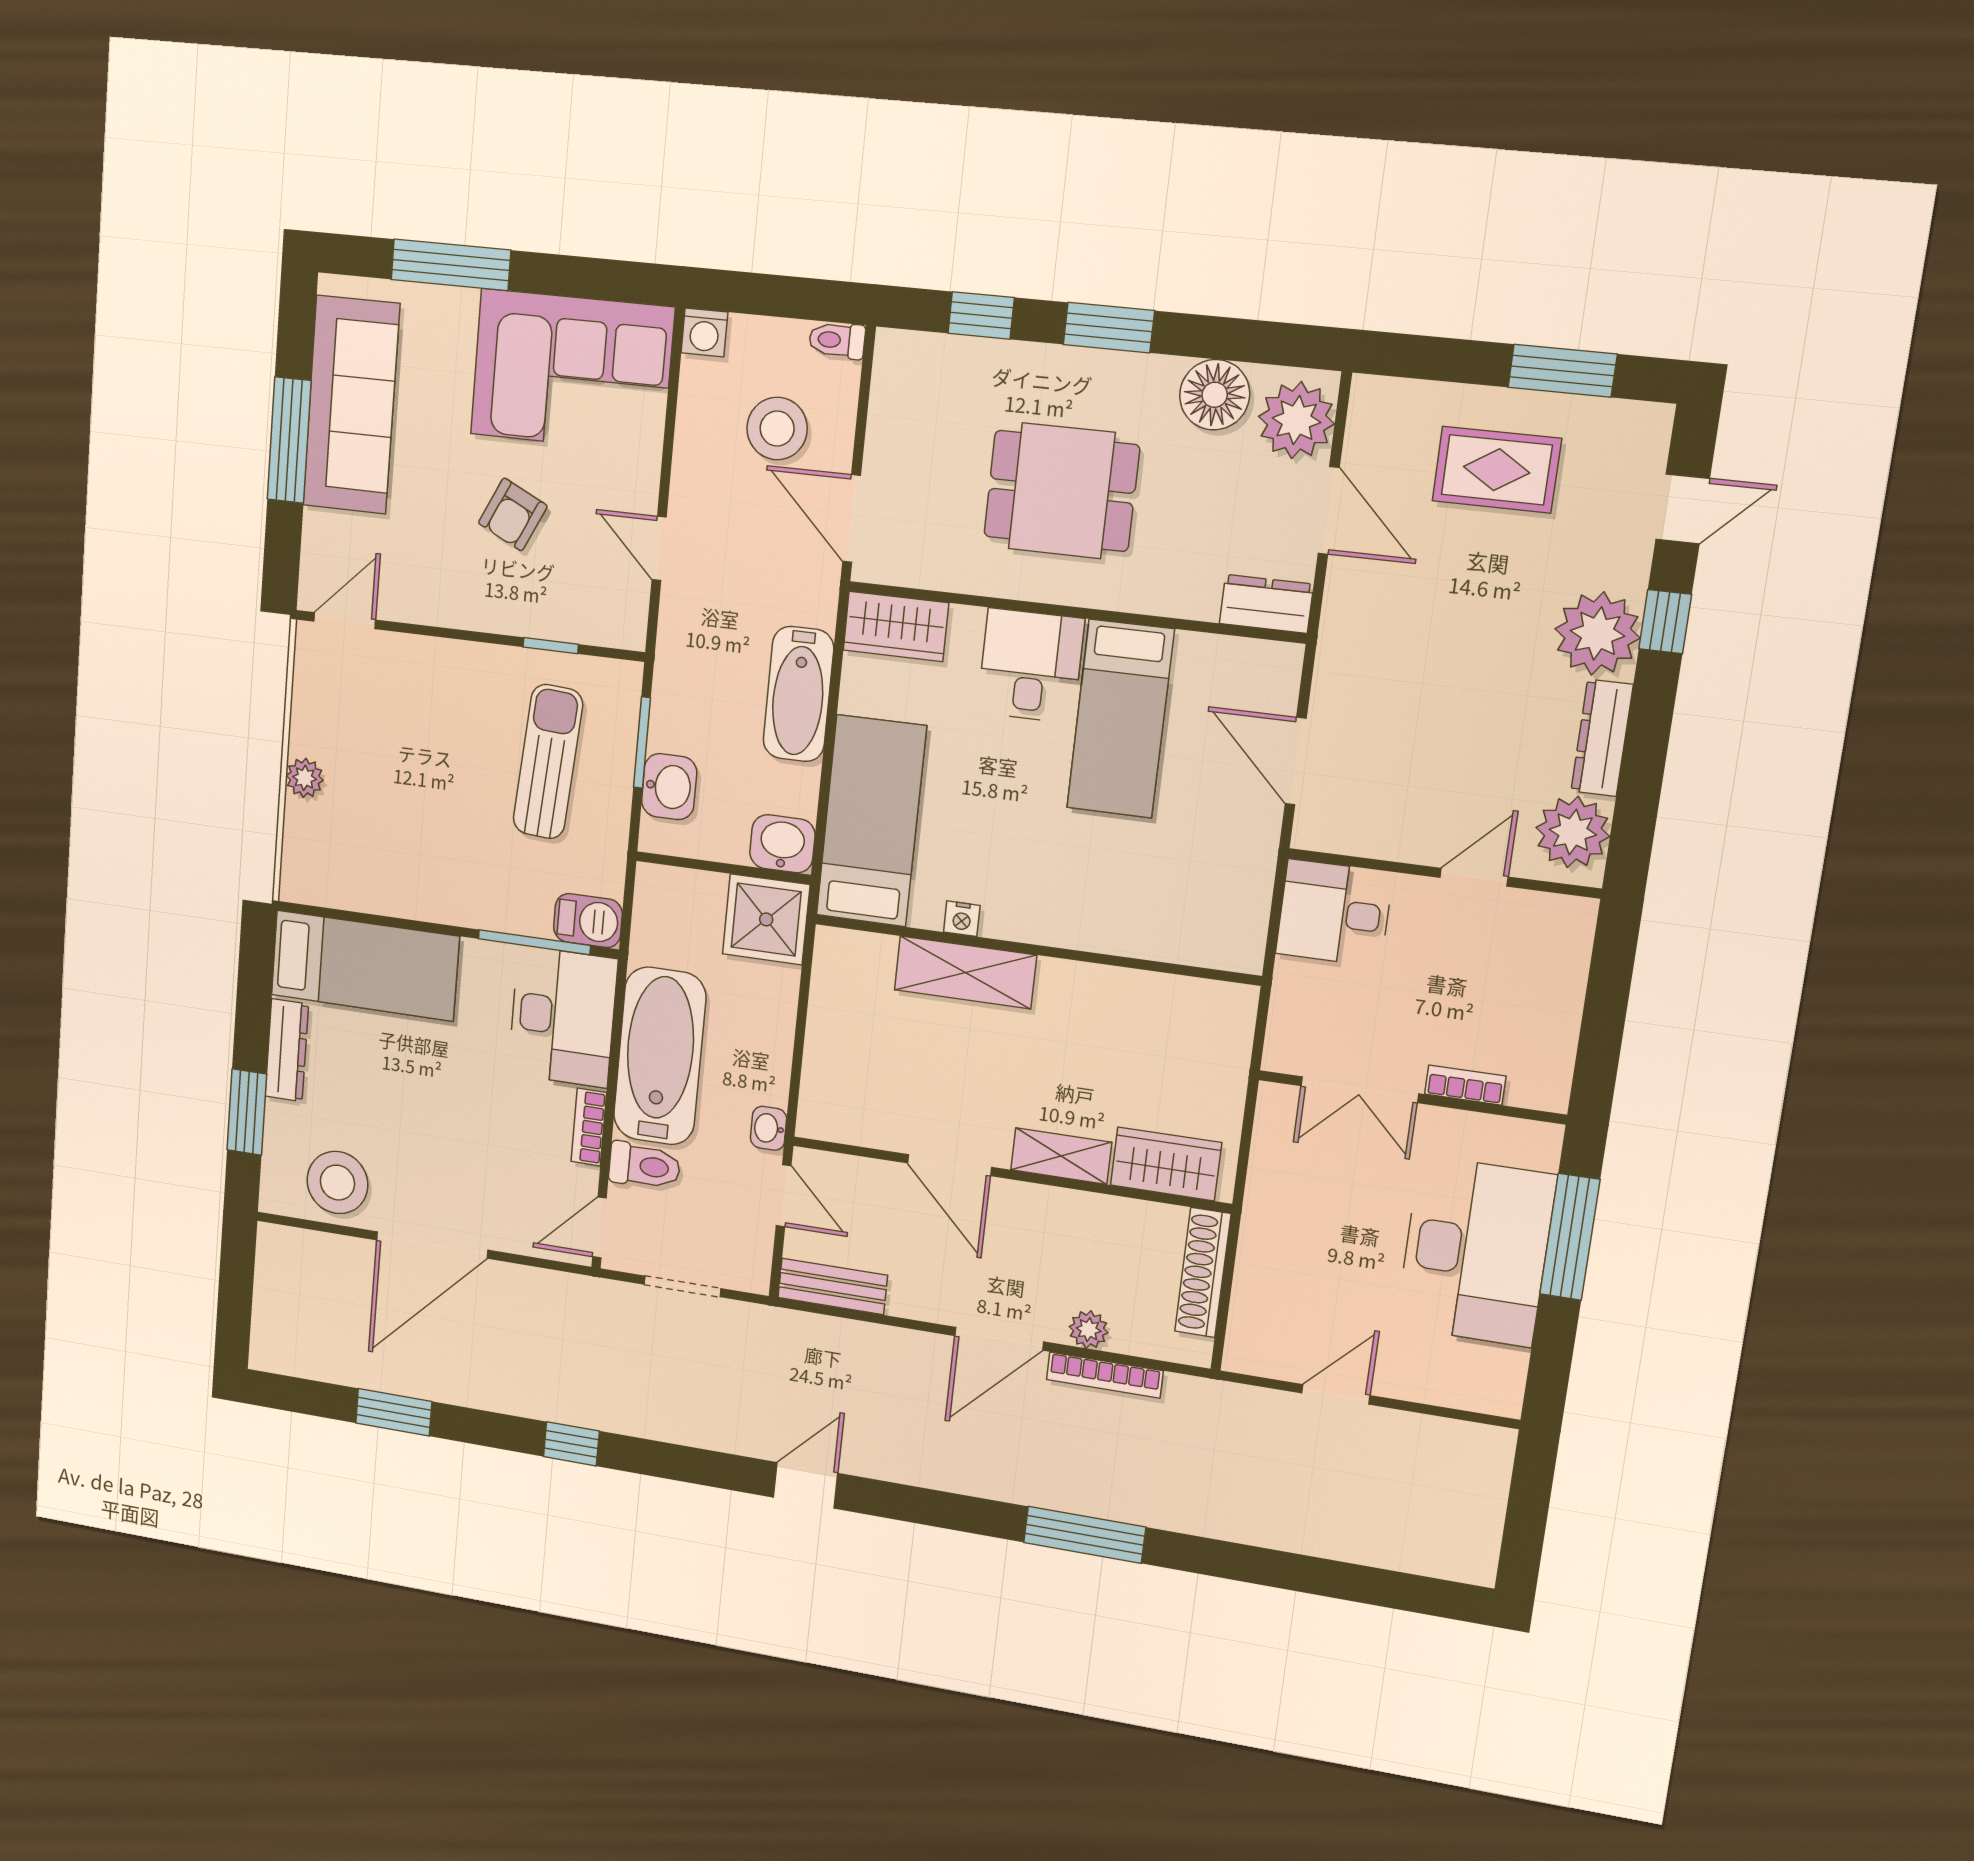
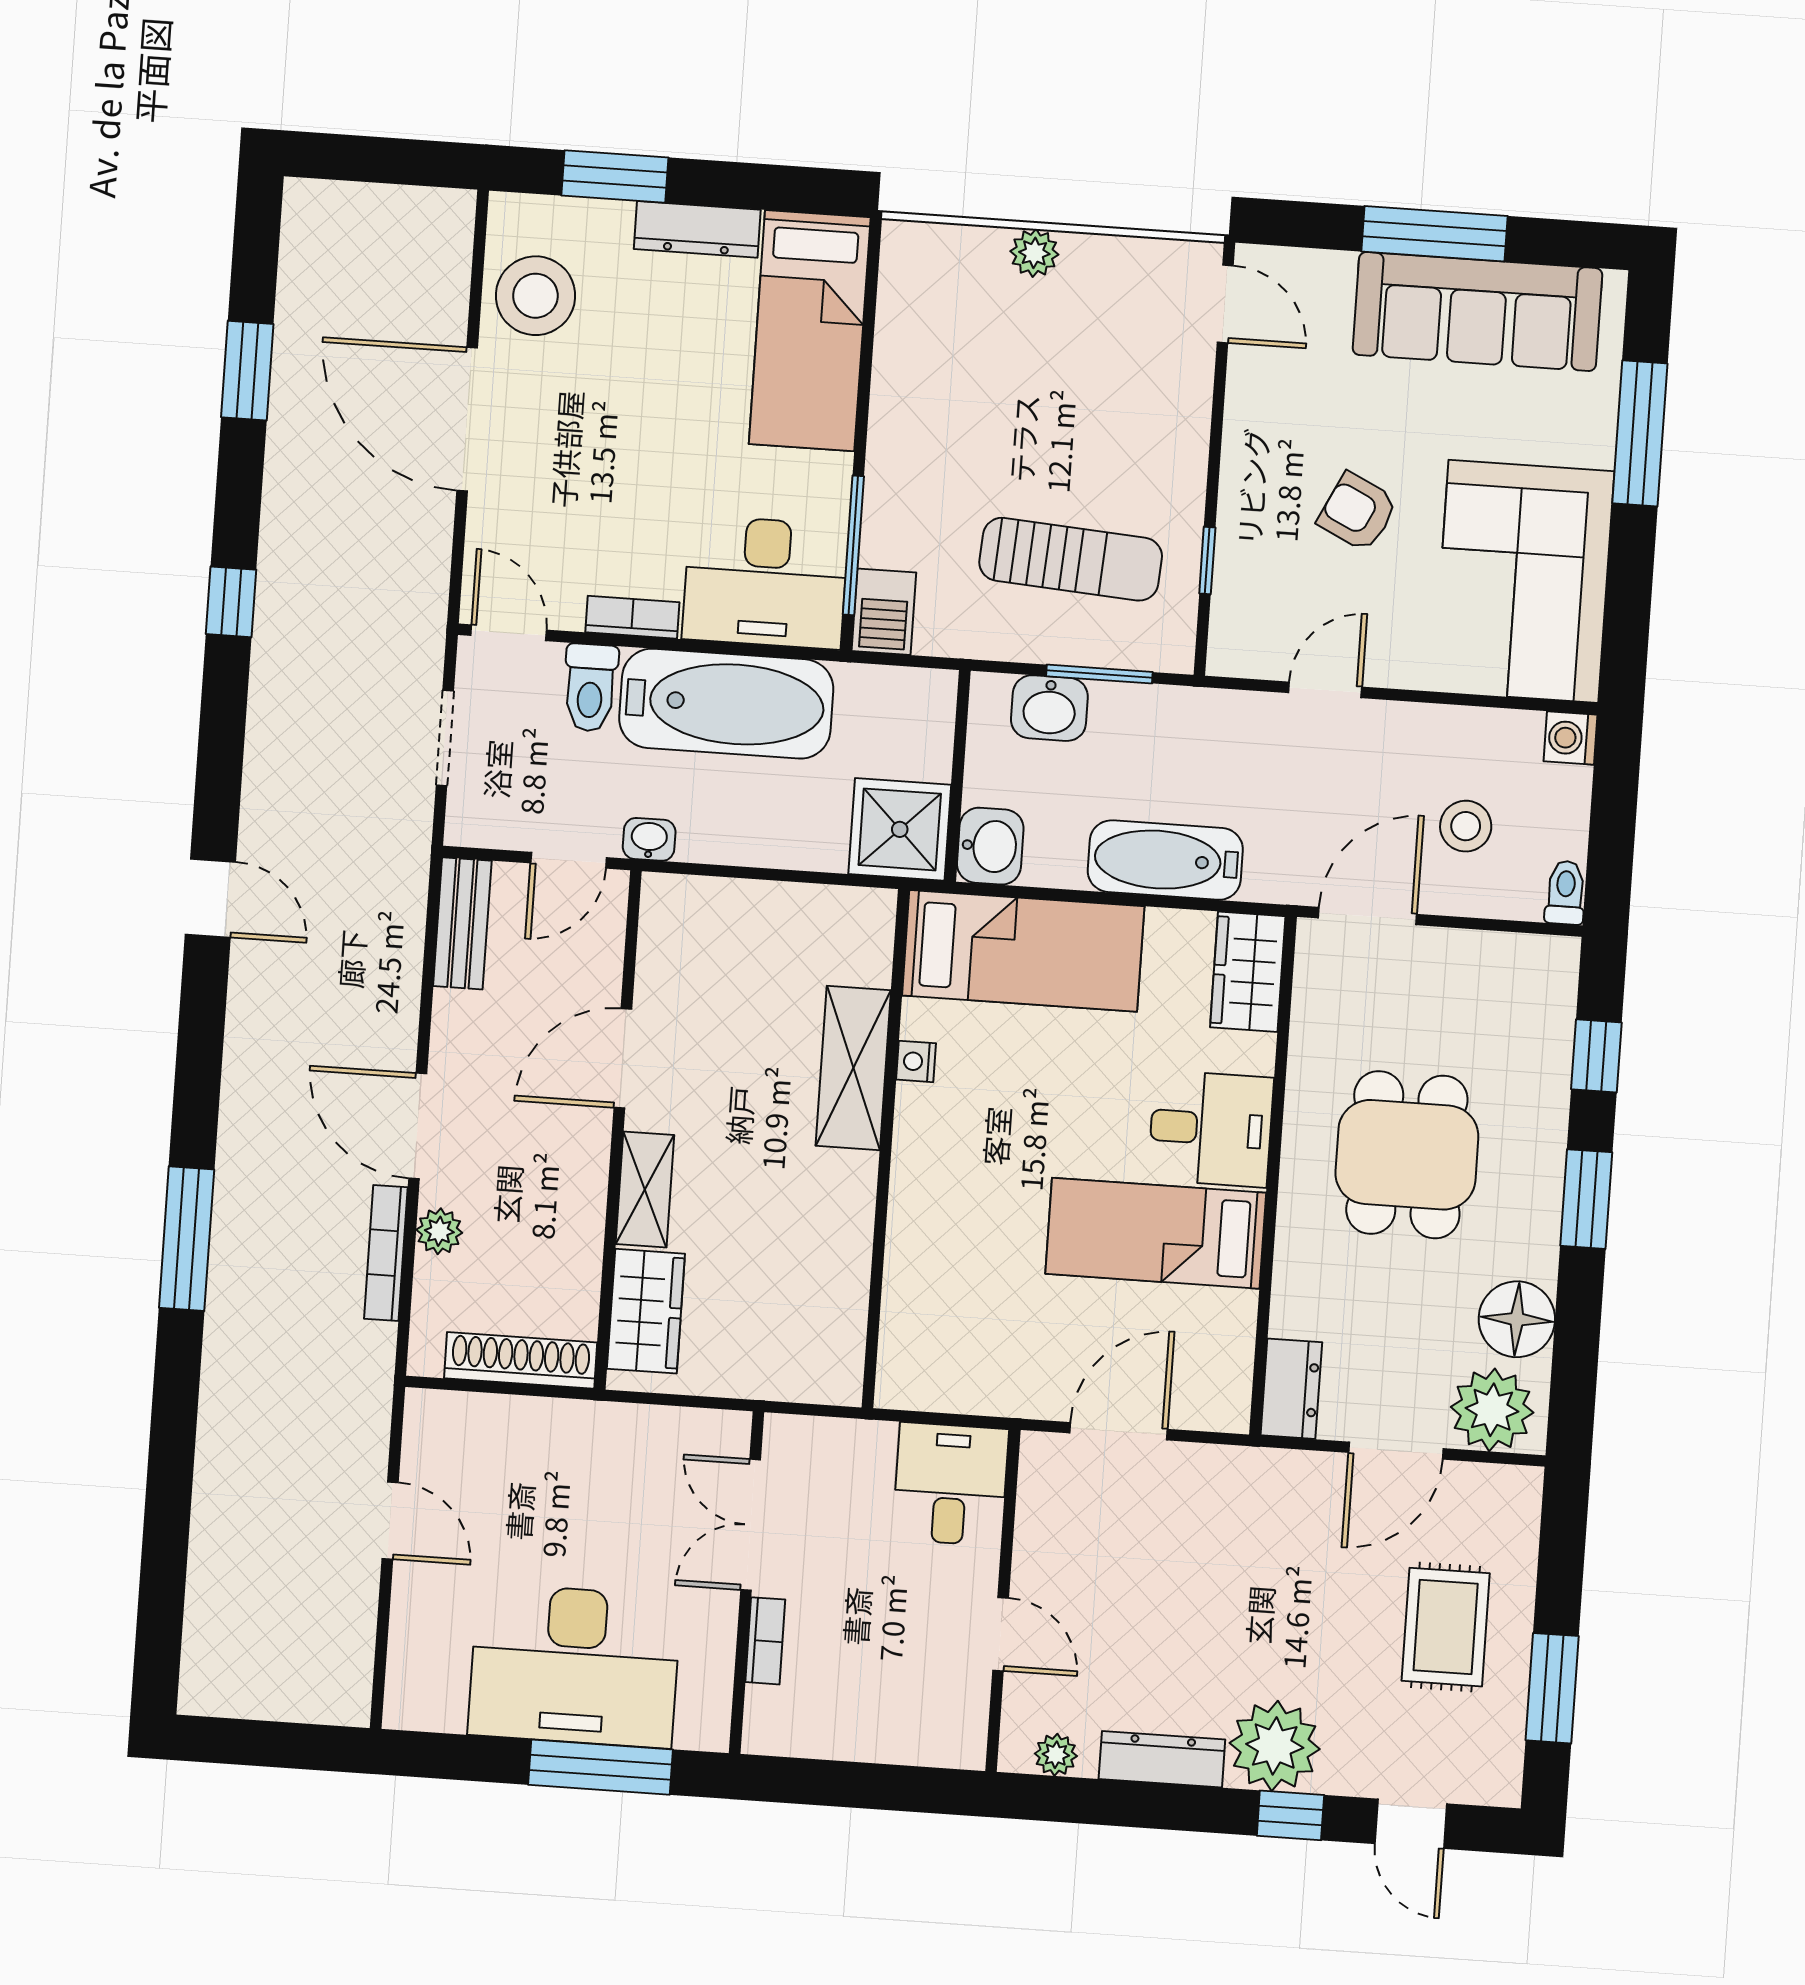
stool: (777, 428) -> (1466, 826), width x0.73, depth x0.73
plant: (1573, 832) -> (1056, 1755), width x0.53, depth x0.53

